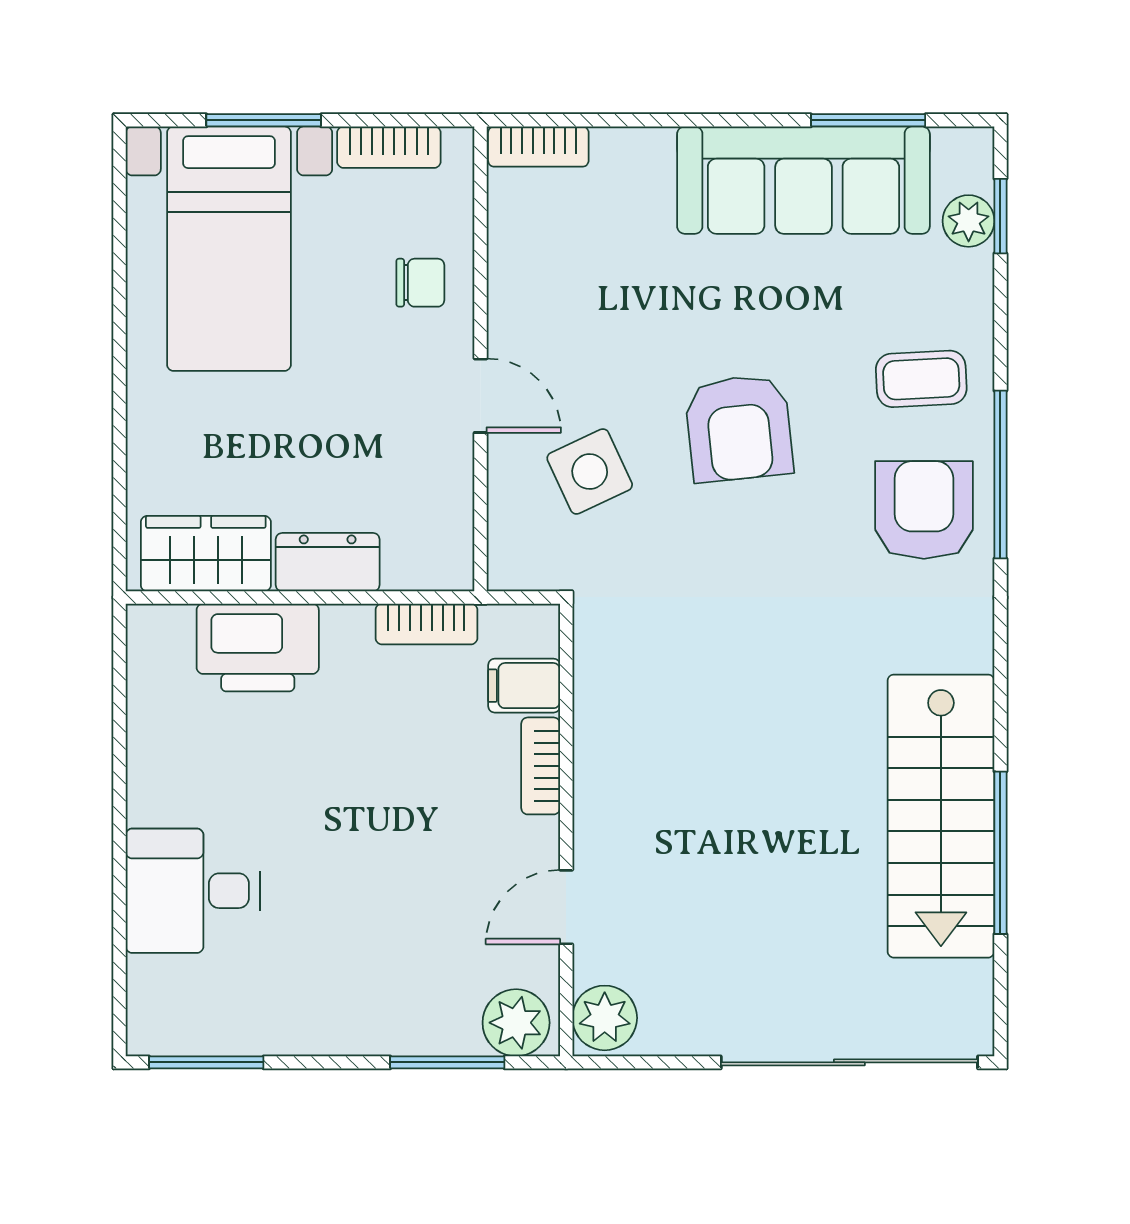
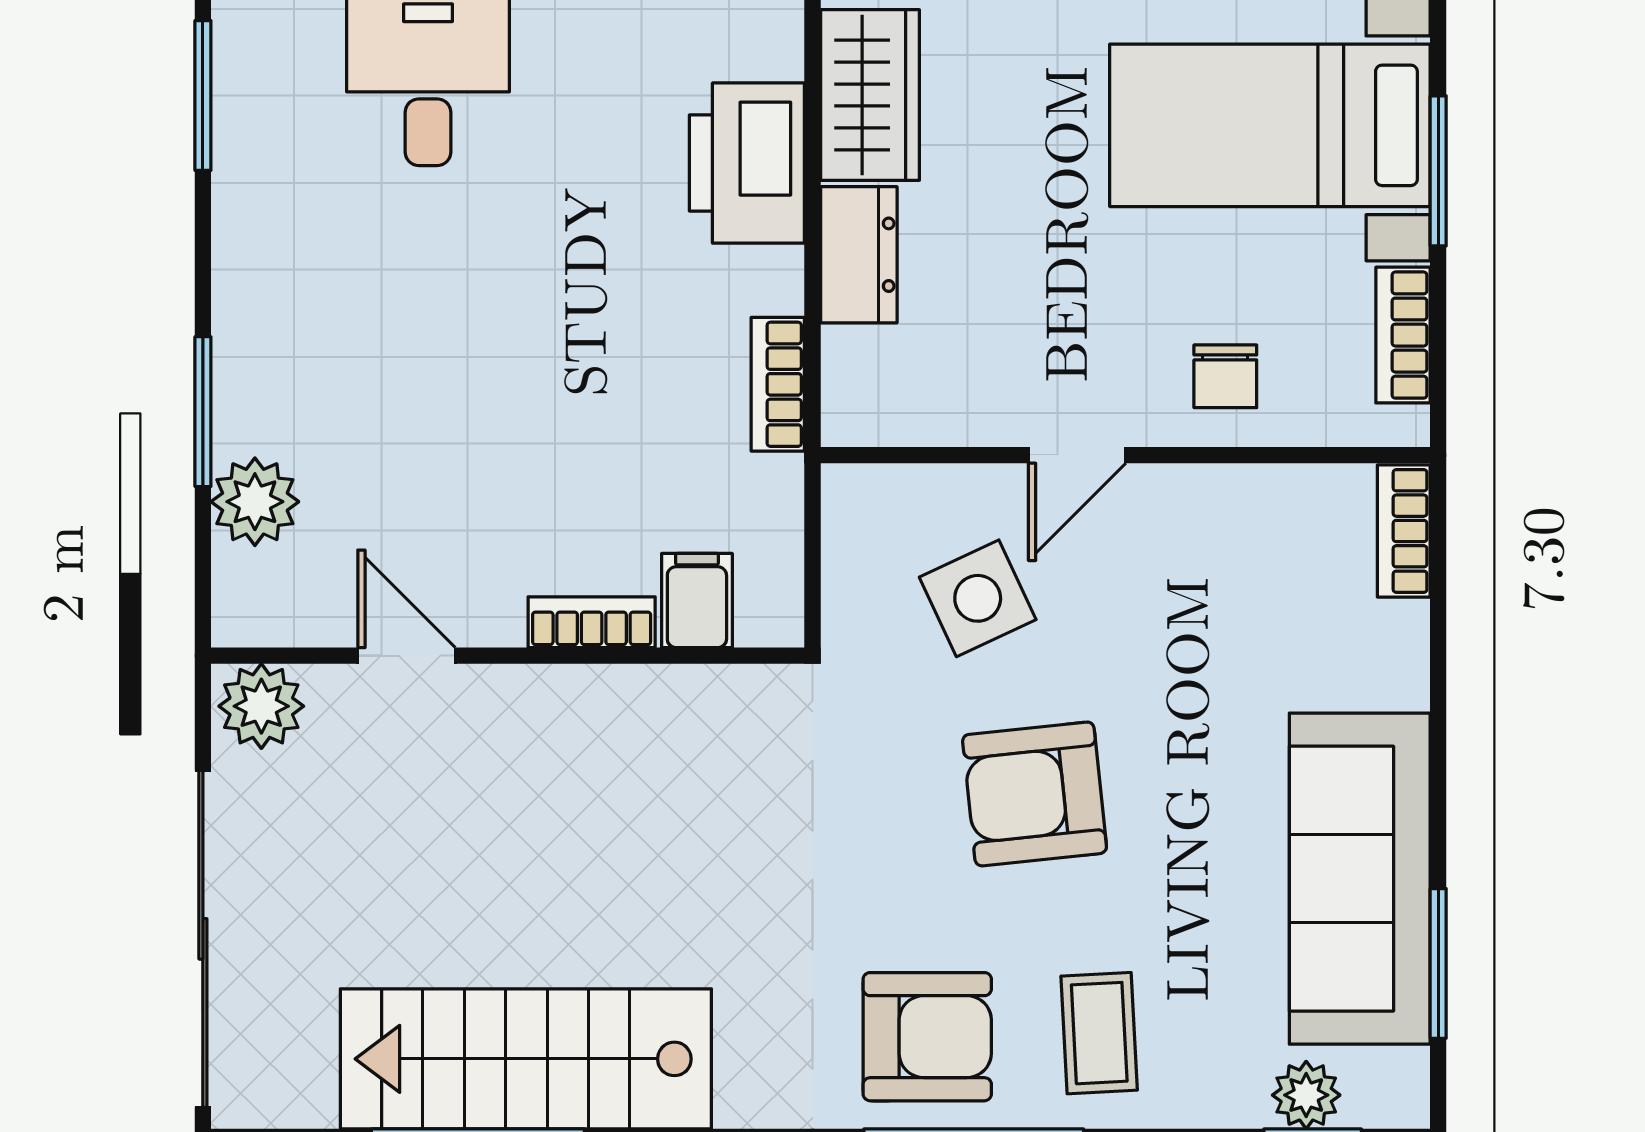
filing cabinet: (524, 686) -> (697, 601), moved
bookcase: (541, 766) -> (592, 622), moved
wall: (566, 830) -> (508, 656), moved
door: (566, 907) -> (407, 656), moved
plant: (605, 1018) -> (261, 706), moved

